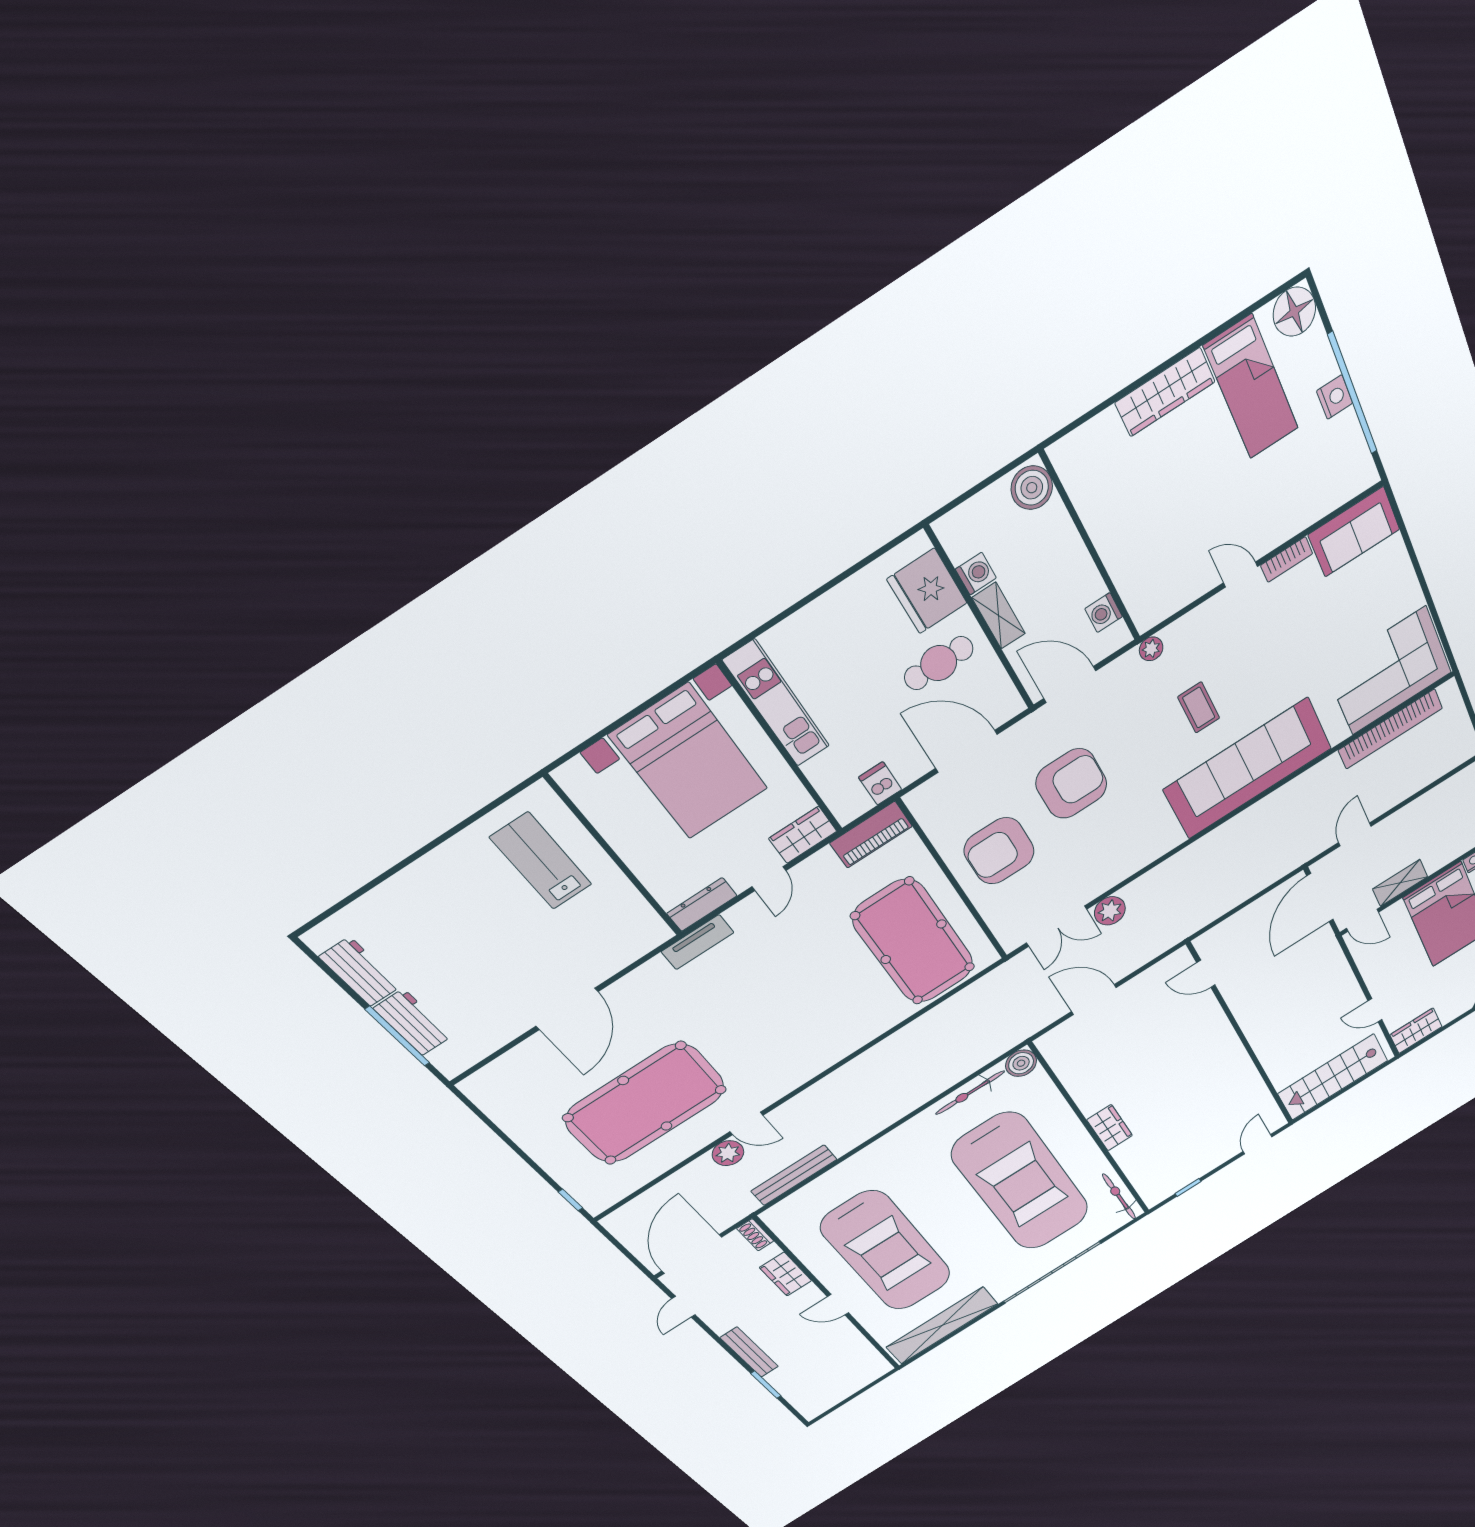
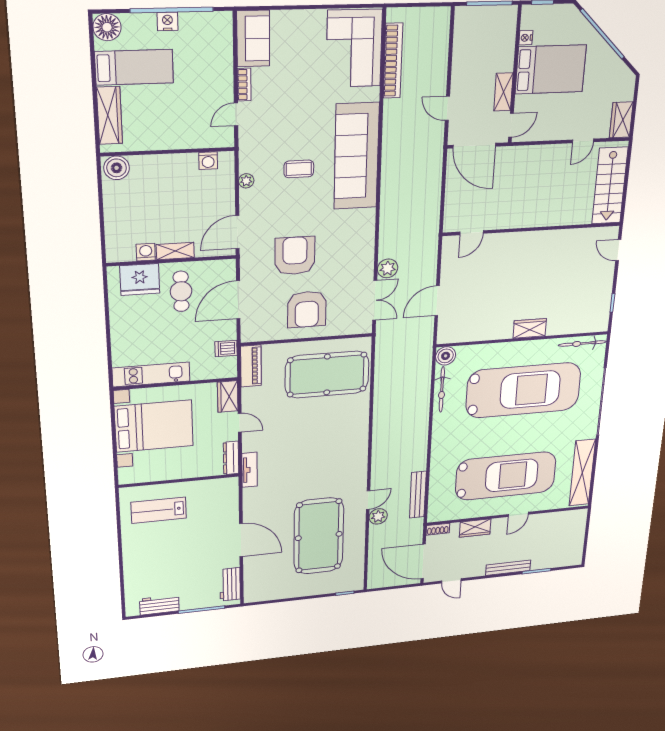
boiler: (1032, 488) -> (117, 168), moved
wall: (1091, 548) -> (168, 152), moved
washing machine: (1104, 613) -> (208, 161), moved
workbench: (413, 1022) -> (230, 584), moved, turned -90

